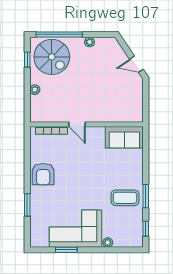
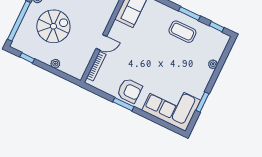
spiral stairs: (52, 57) -> (53, 26), moved
coffee table: (125, 198) -> (182, 32), turned 90
window: (27, 205) -> (123, 104), moved
corner sofa: (76, 229) -> (171, 105), moved, turned 90

